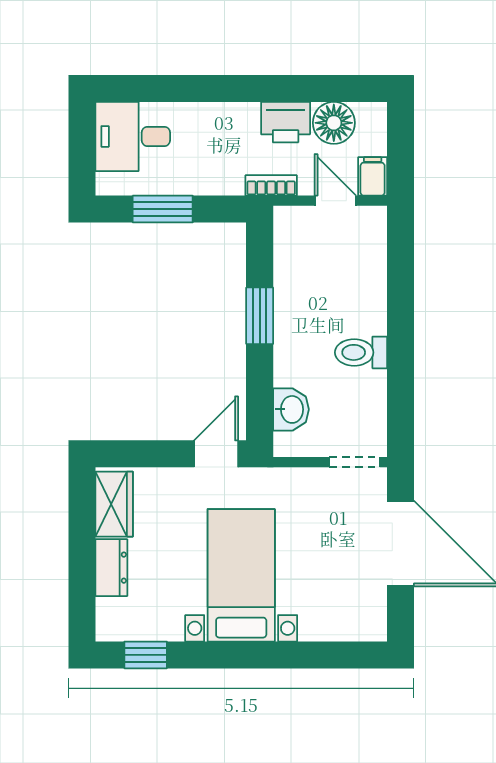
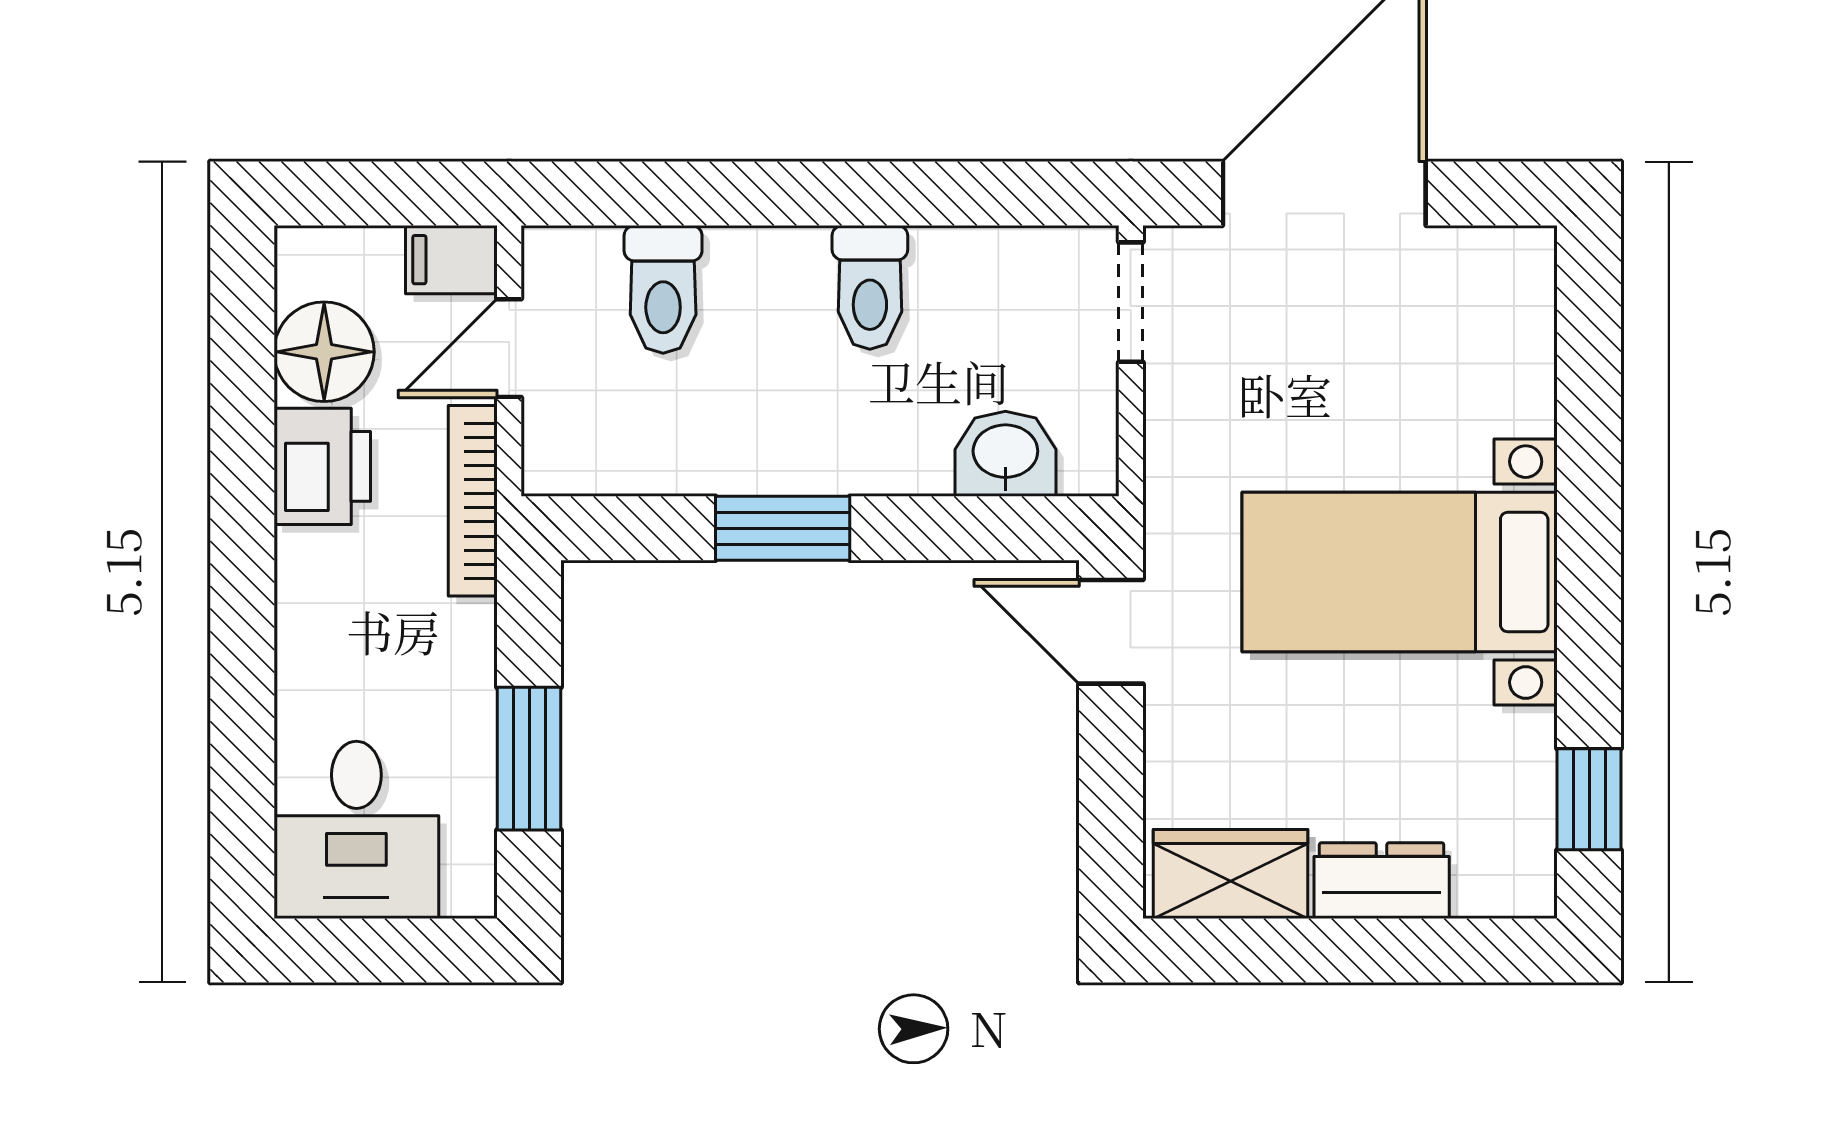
bookcase: (271, 185) -> (473, 501), width x1.56
toilet: (360, 265) -> (663, 289), added

